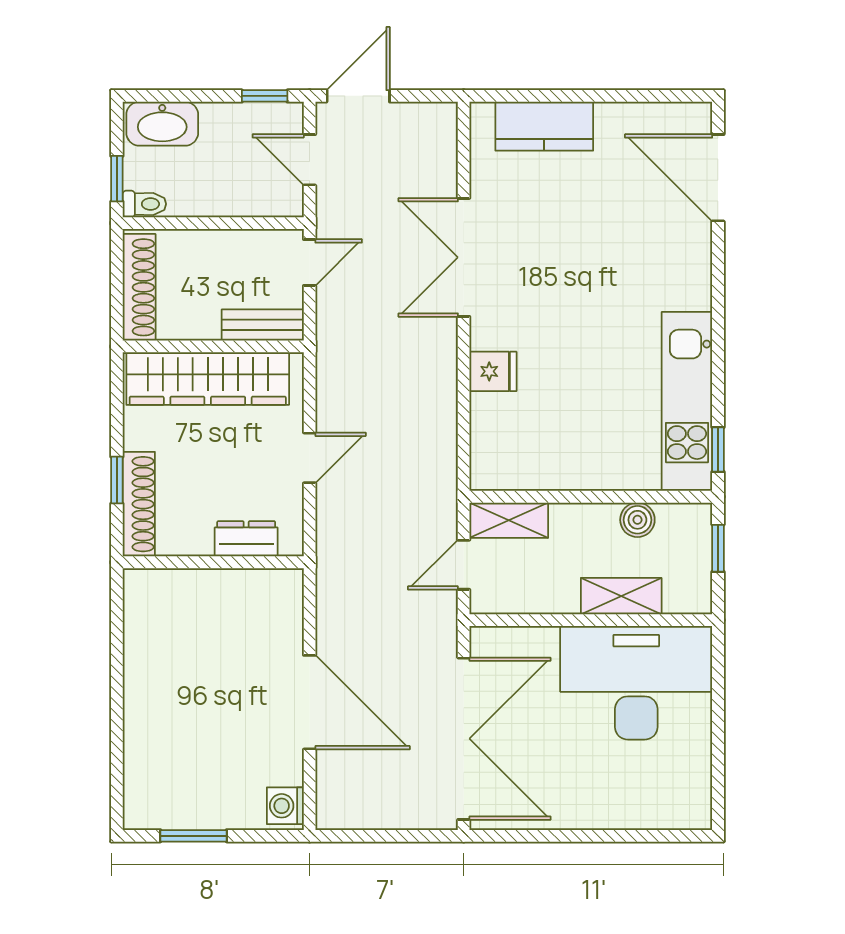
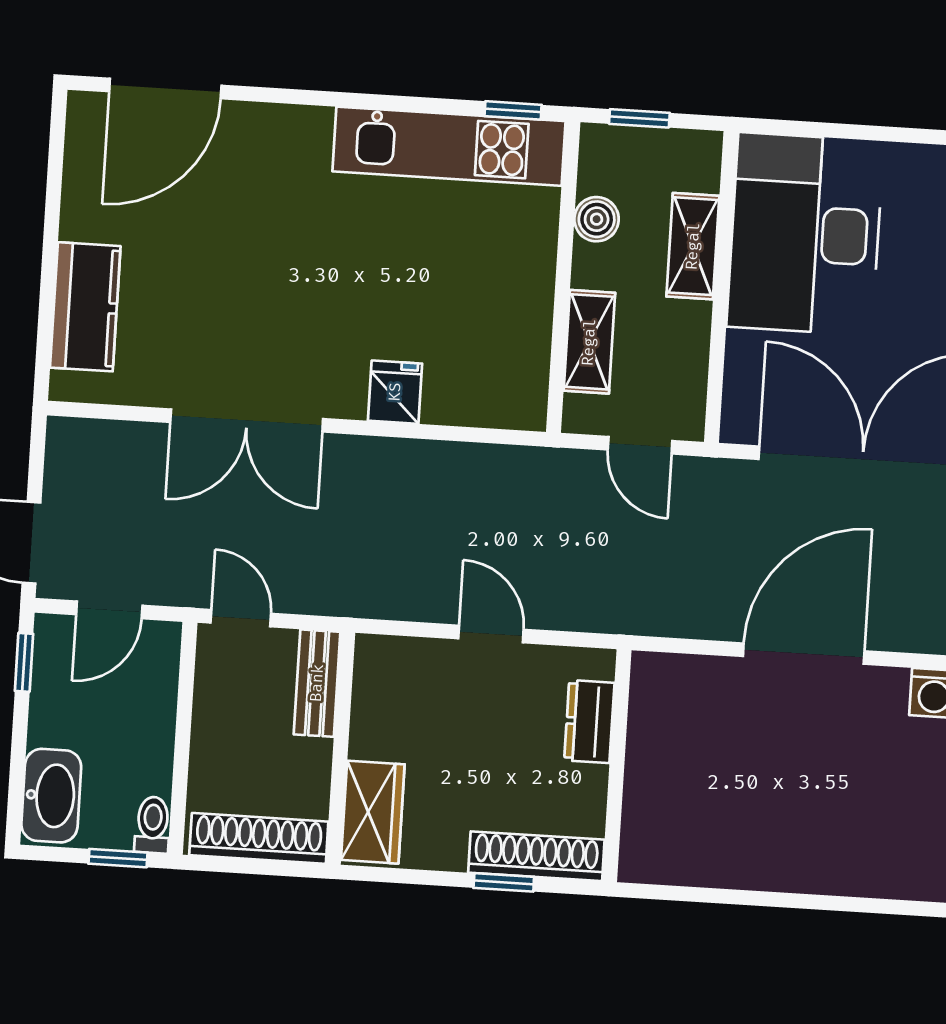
wardrobe: (208, 379) -> (373, 812), width x0.48, depth x0.85
shelving: (509, 520) -> (589, 342), moved

